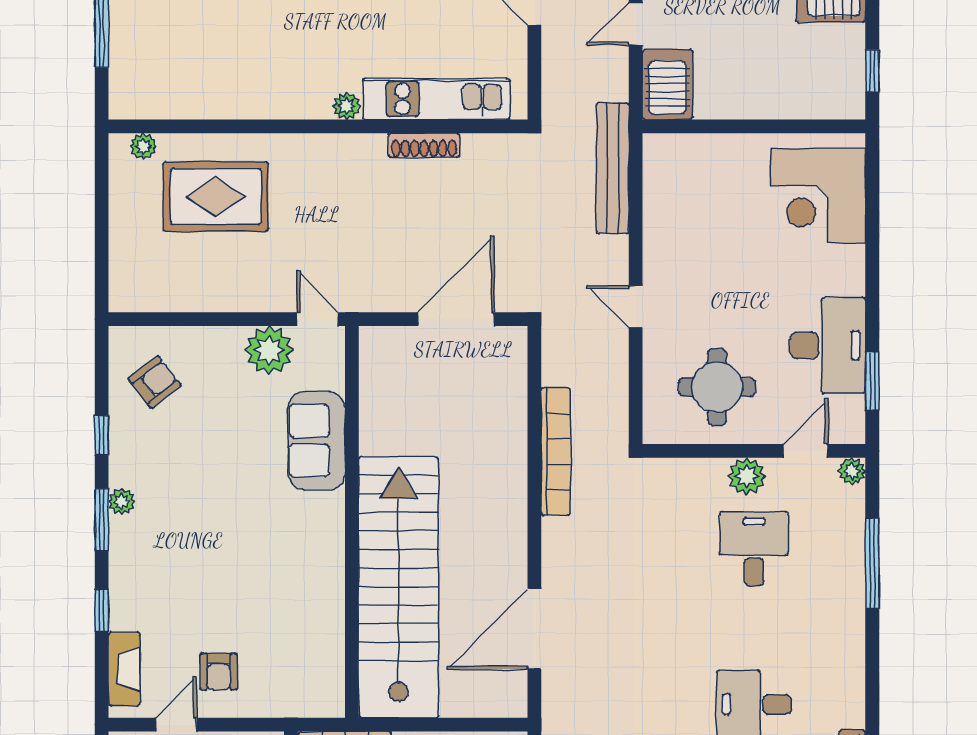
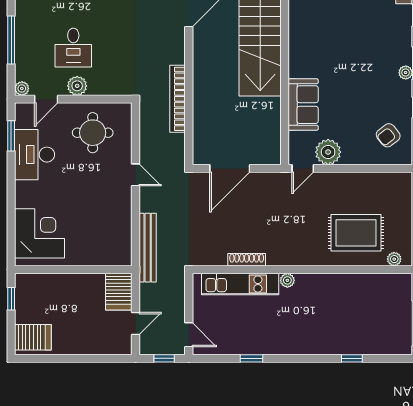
door: (317, 319) -> (303, 168), hinge flipped

